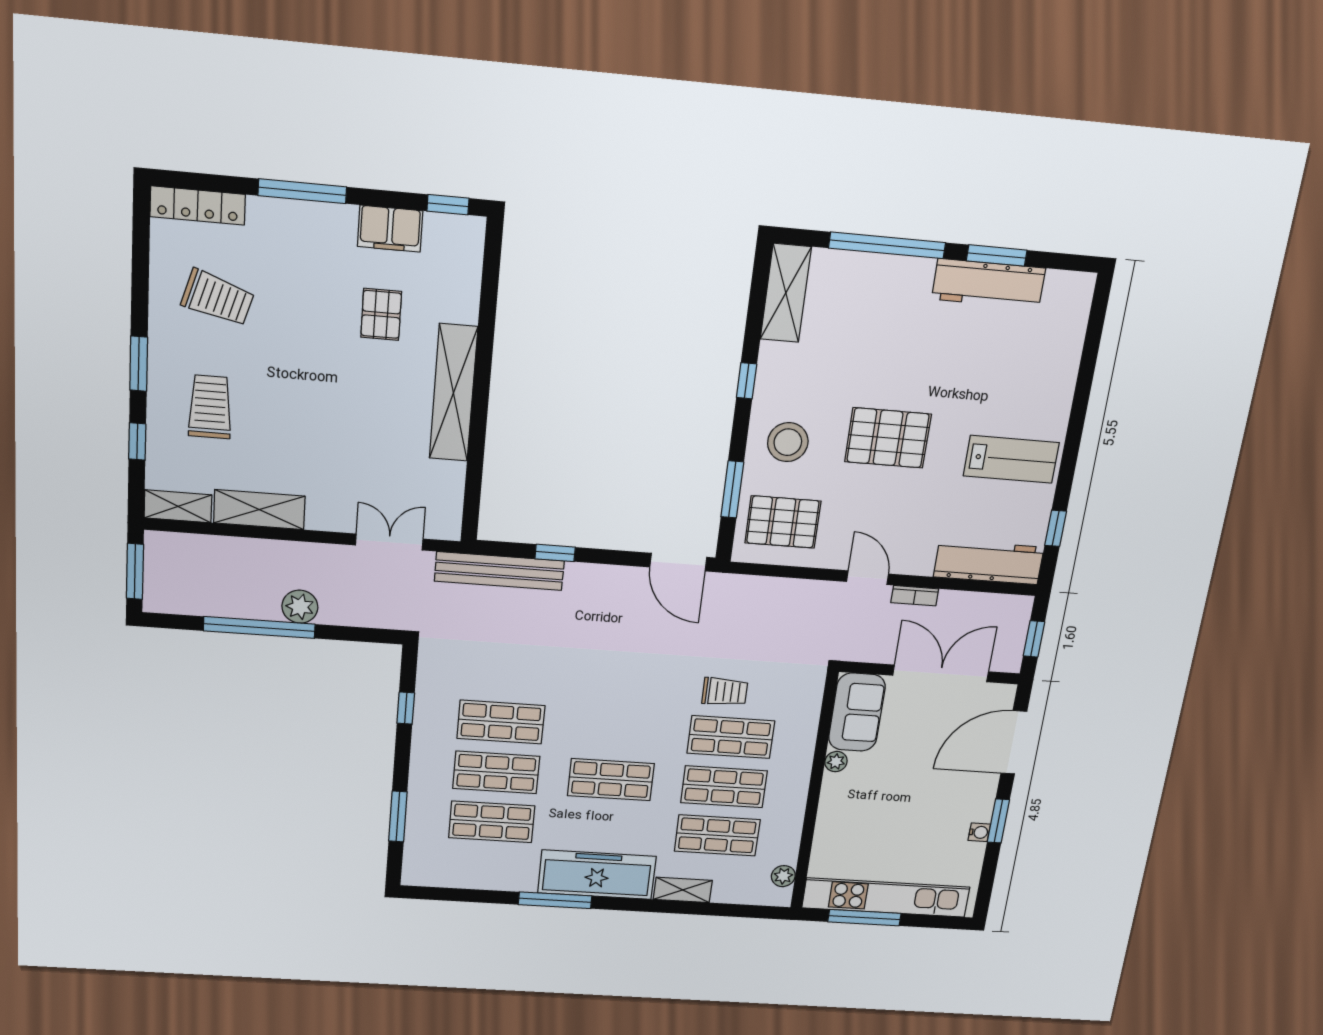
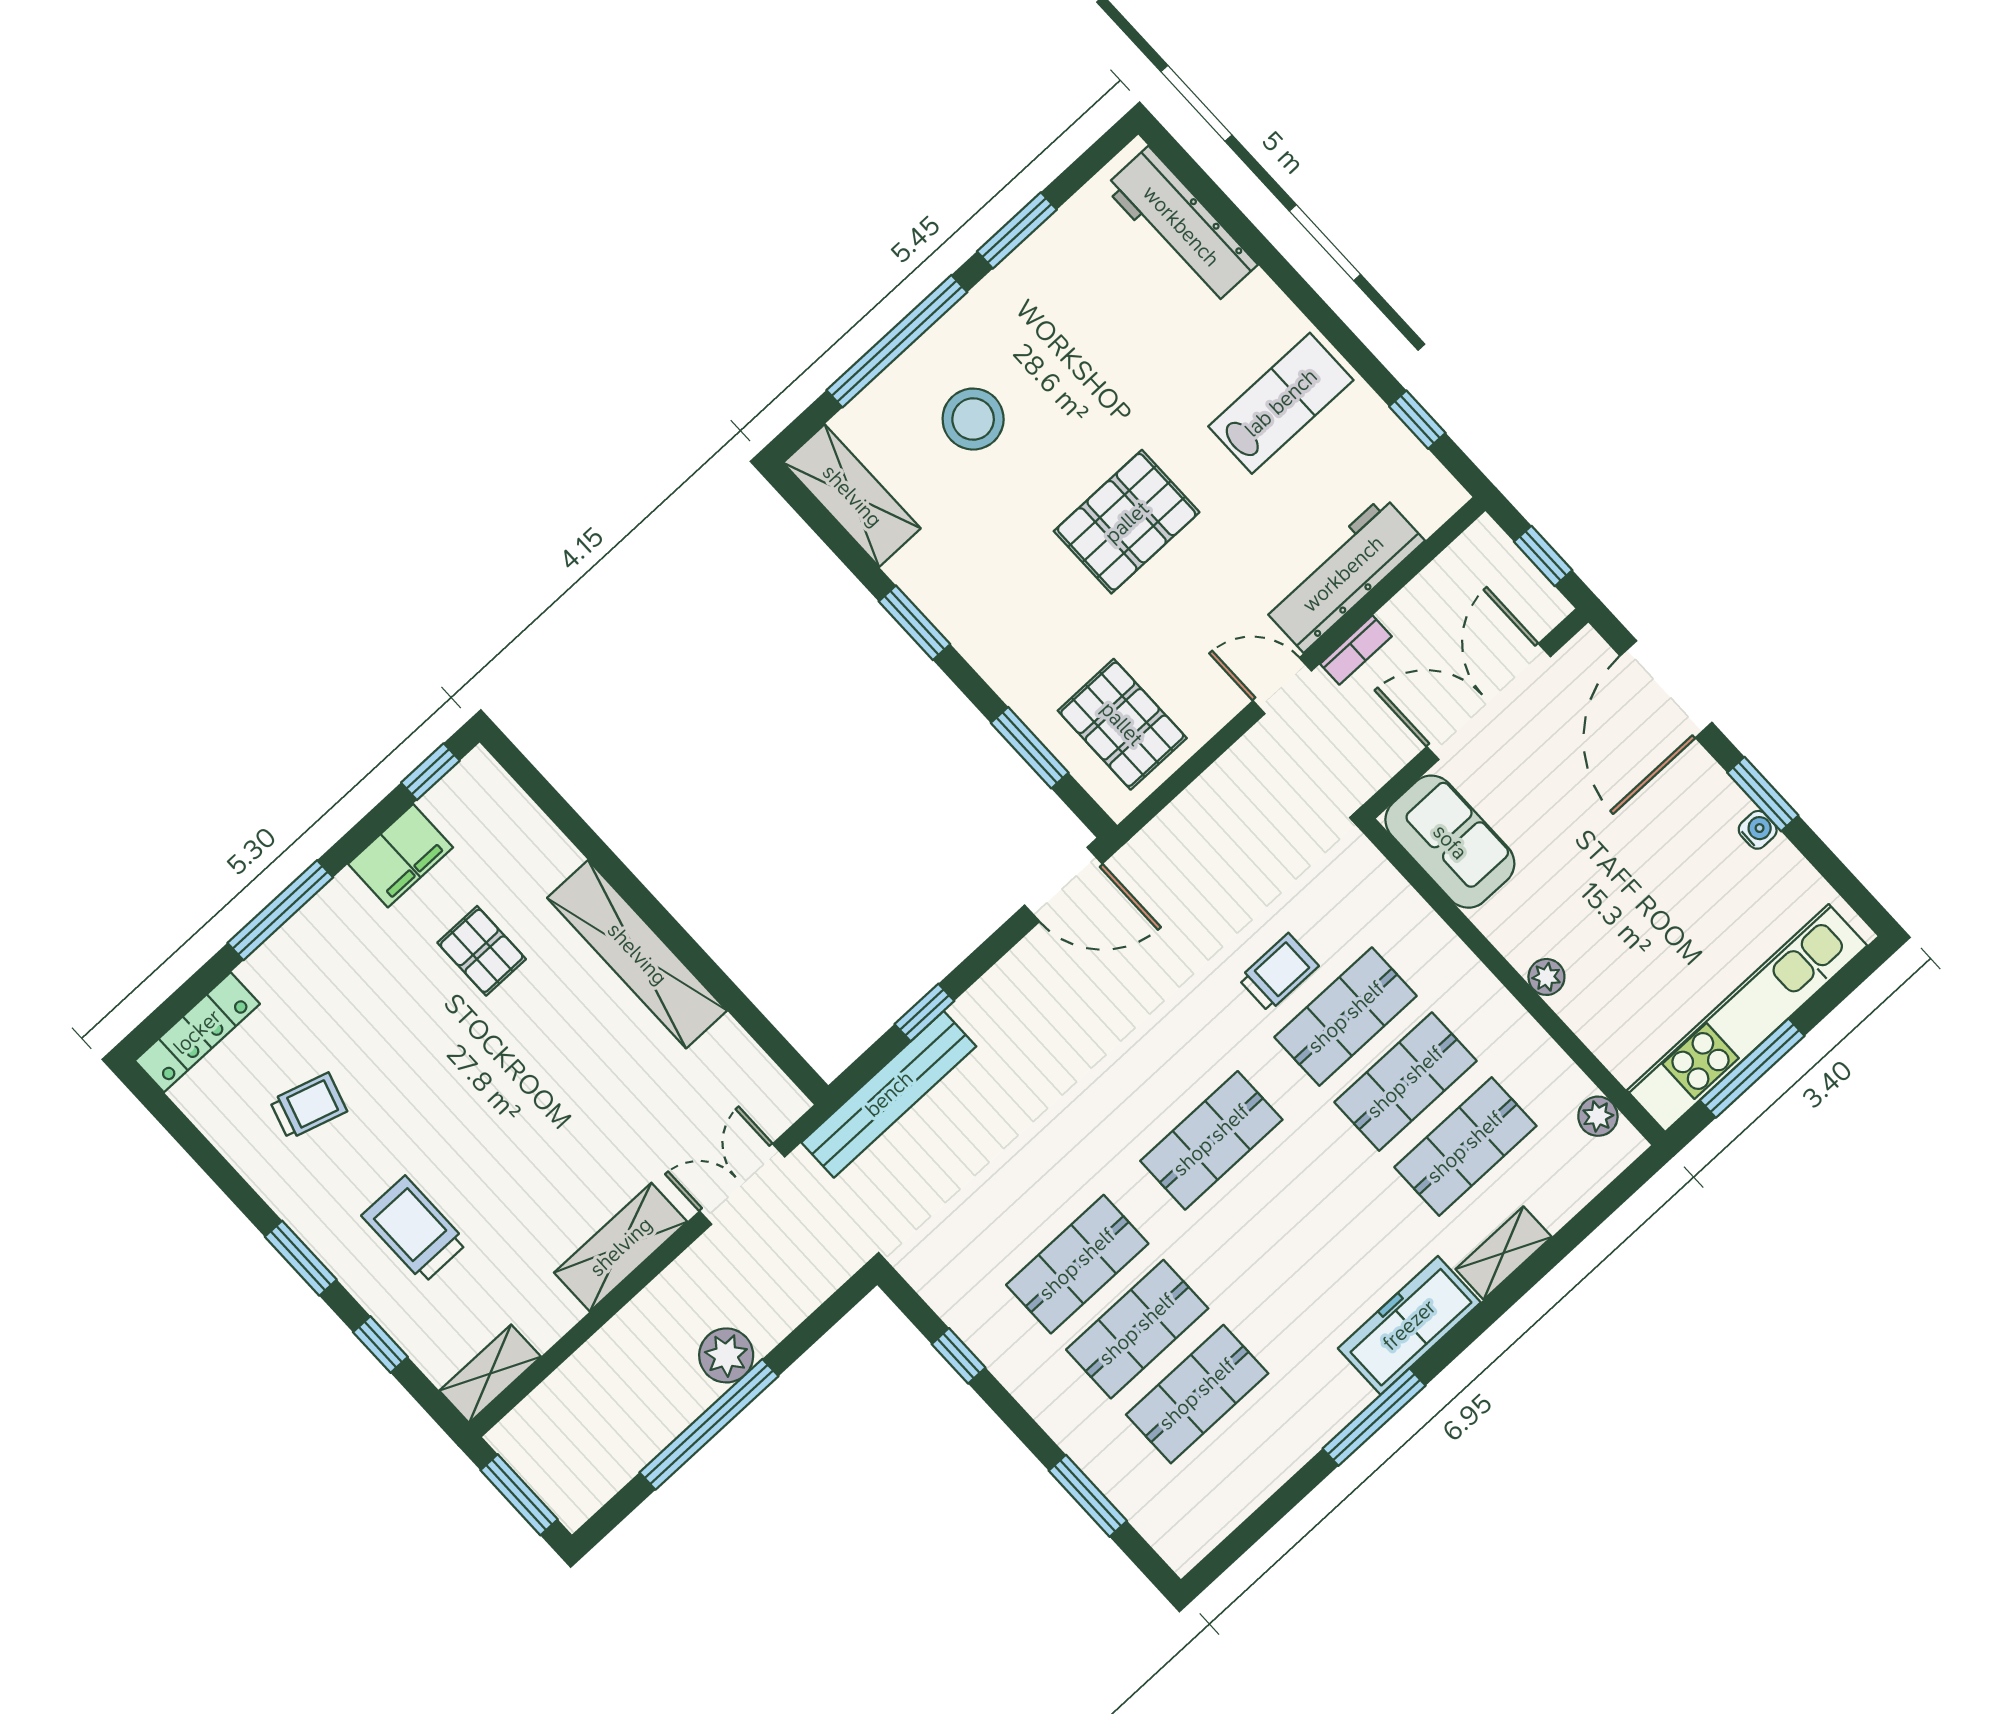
workbench: (989, 284) -> (1181, 226), moved, turned 90
trolley: (218, 298) -> (308, 1106), width x0.73, depth x0.72
window: (747, 381) -> (914, 623), width x1.50
stool: (788, 442) -> (973, 419), moved
shelving: (259, 510) -> (621, 1247), moved
pallet: (783, 522) -> (1122, 724), turned 90
workbench: (989, 562) -> (1343, 574), moved
plant: (836, 762) -> (1546, 977), moved
shop shelf: (611, 780) -> (1211, 1140), moved
freezer: (597, 875) -> (1409, 1325), width x0.73, depth x0.79

